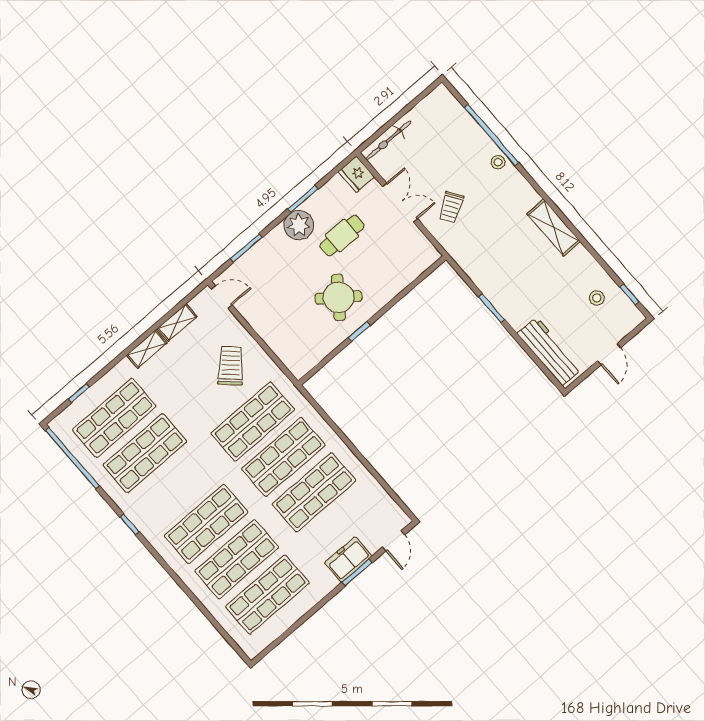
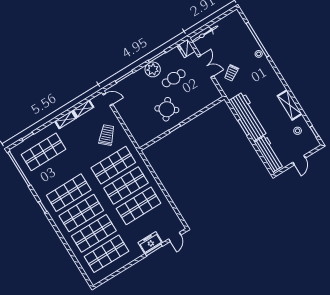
shelving: (554, 228) -> (290, 105), moved
workbench: (498, 286) -> (248, 116), added
shop shelf: (145, 453) -> (69, 193), moved

